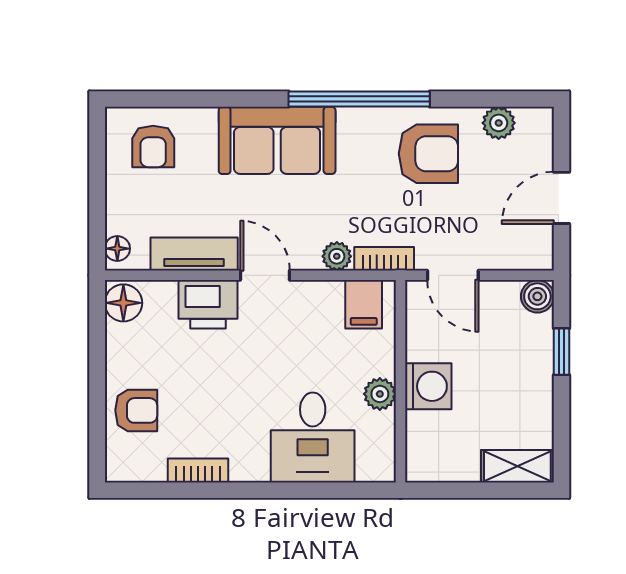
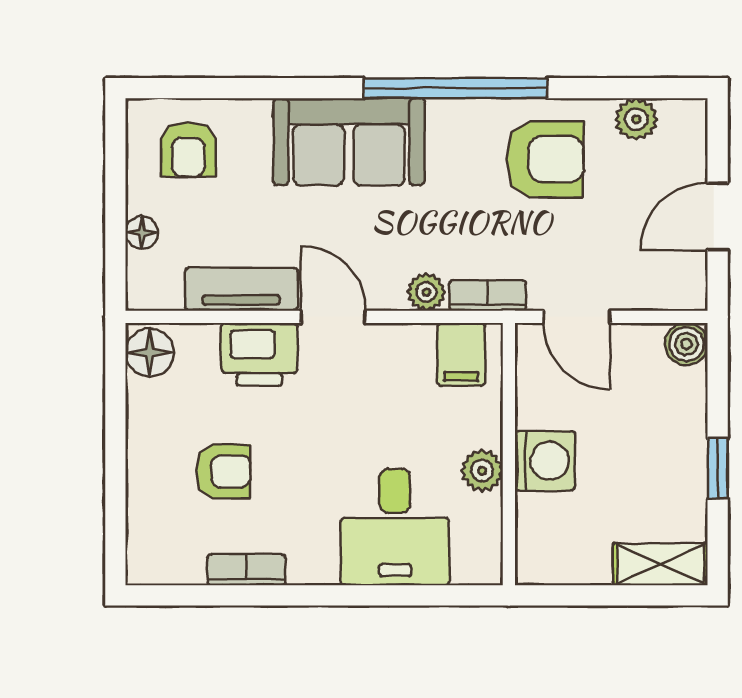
floor lamp: (117, 249) -> (142, 232), moved
window: (561, 352) -> (718, 468), moved
armchair: (136, 410) -> (223, 471), moved

